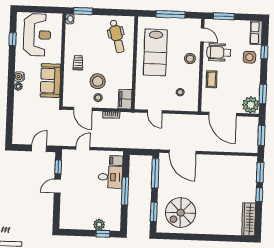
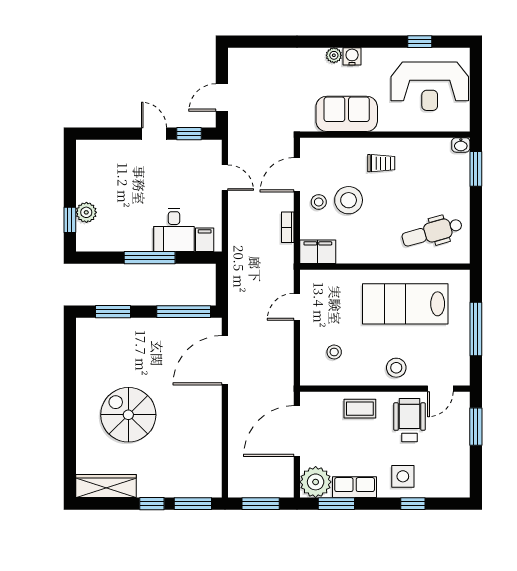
row of seats: (256, 33) -> (355, 487), moved
door: (39, 148) -> (222, 97), swing flipped
spiral stairs: (181, 213) -> (128, 415), moved

